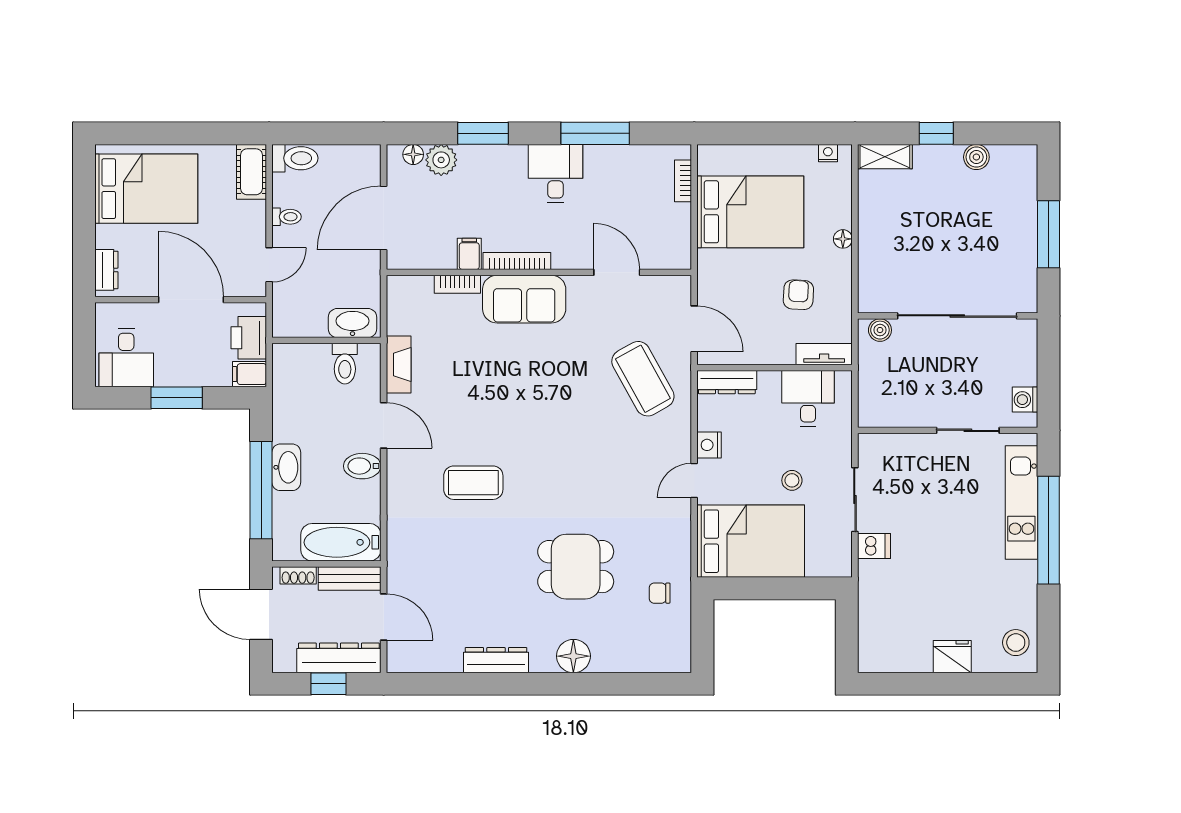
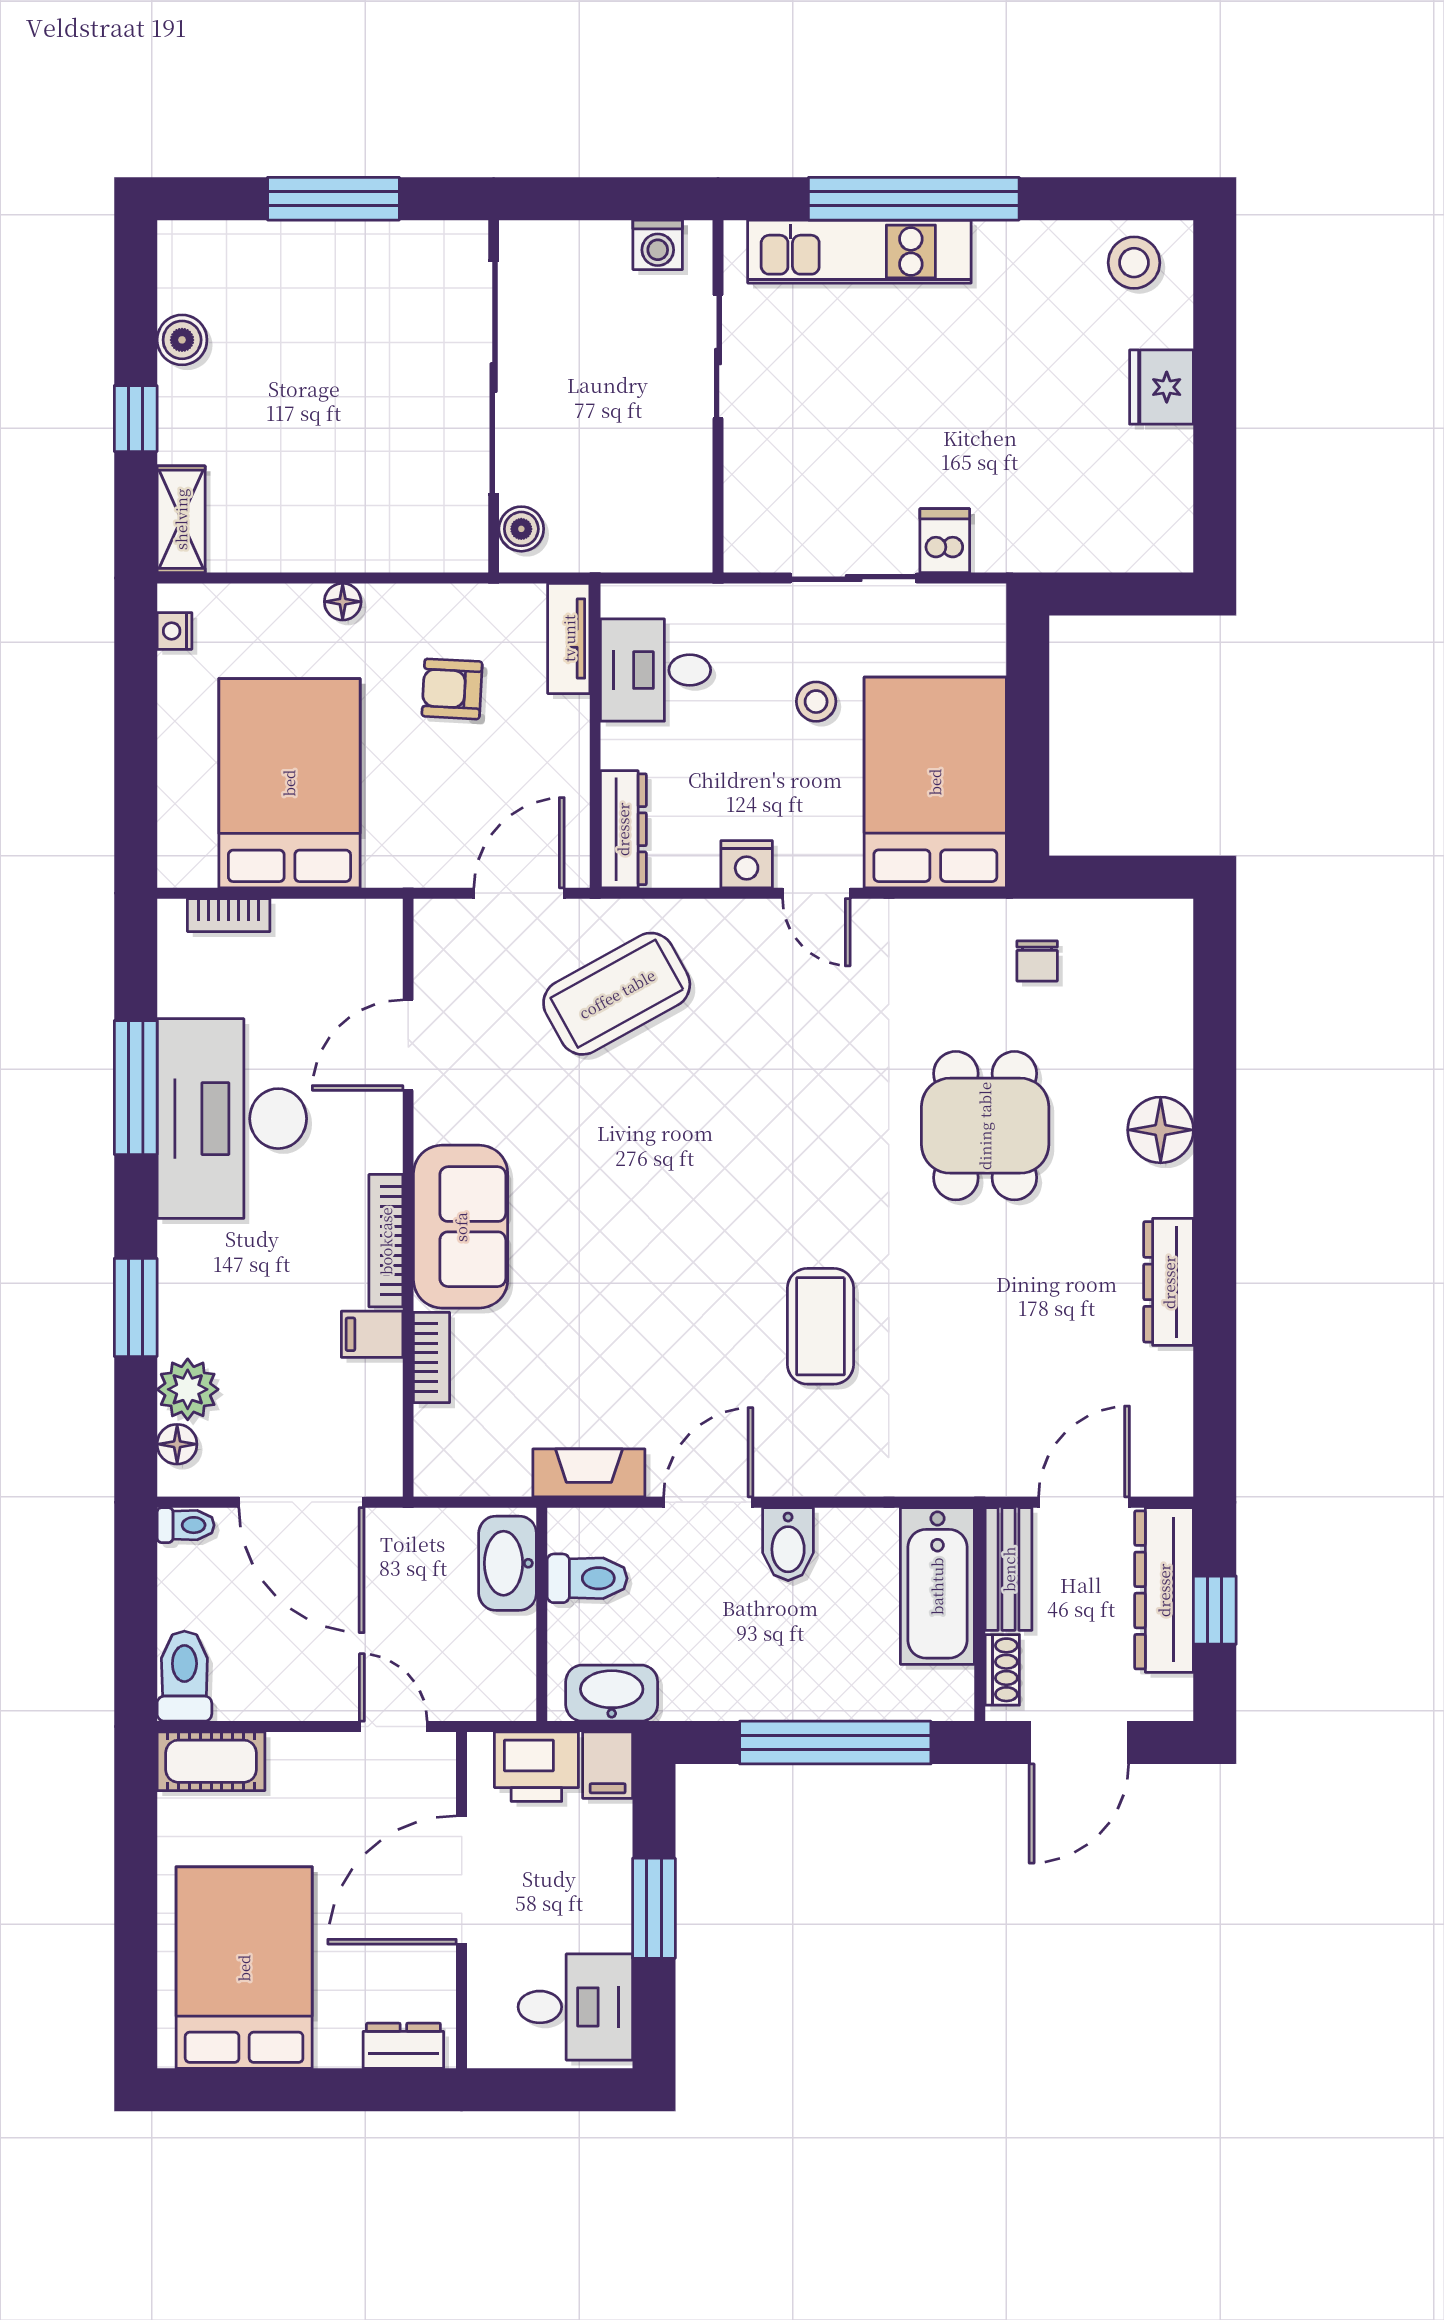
desk: (556, 174) -> (232, 1119), width x1.87, depth x1.30
toilet: (286, 217) -> (186, 1525), moved, turned 90
washbasin: (286, 467) -> (612, 1693), moved

